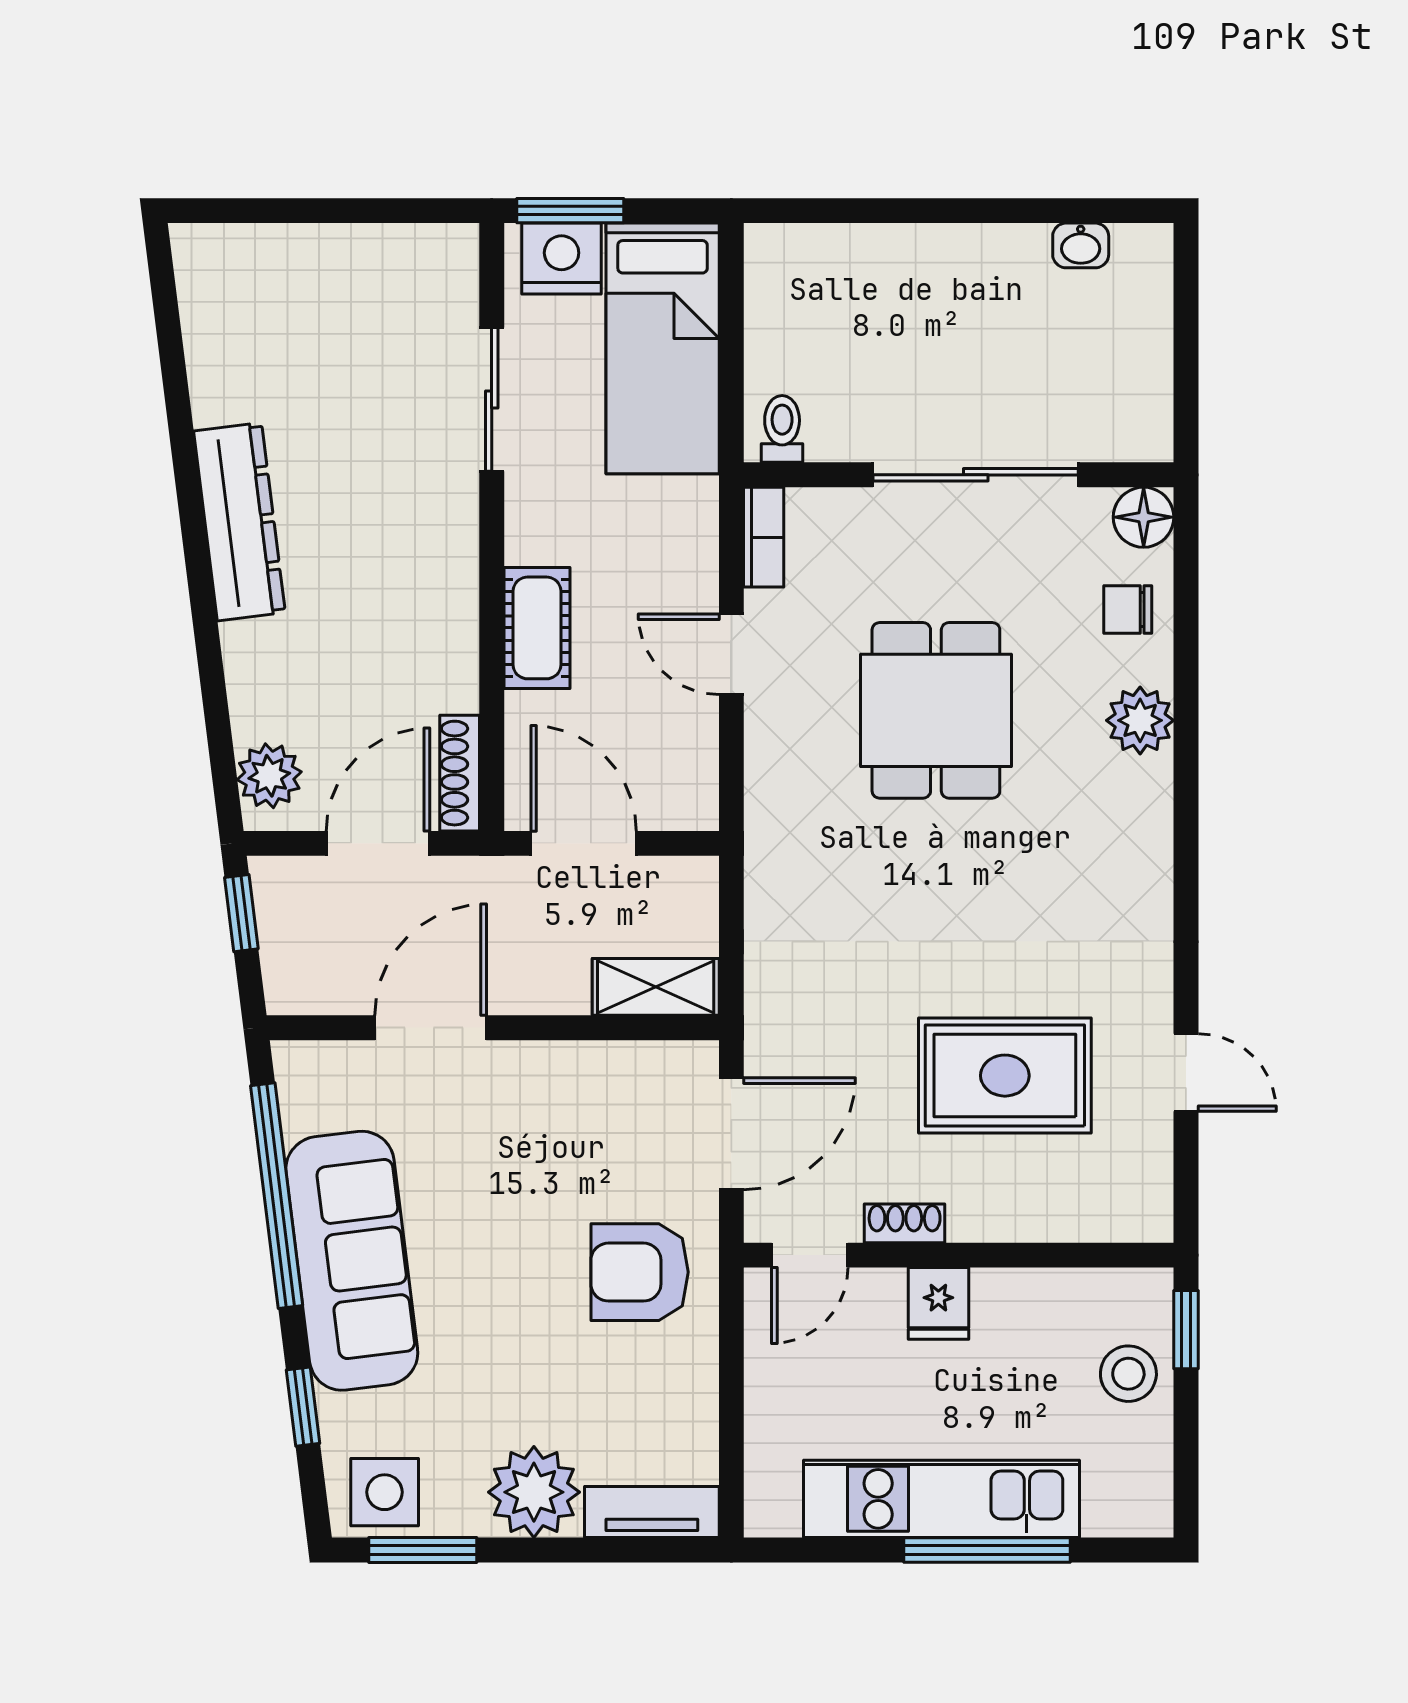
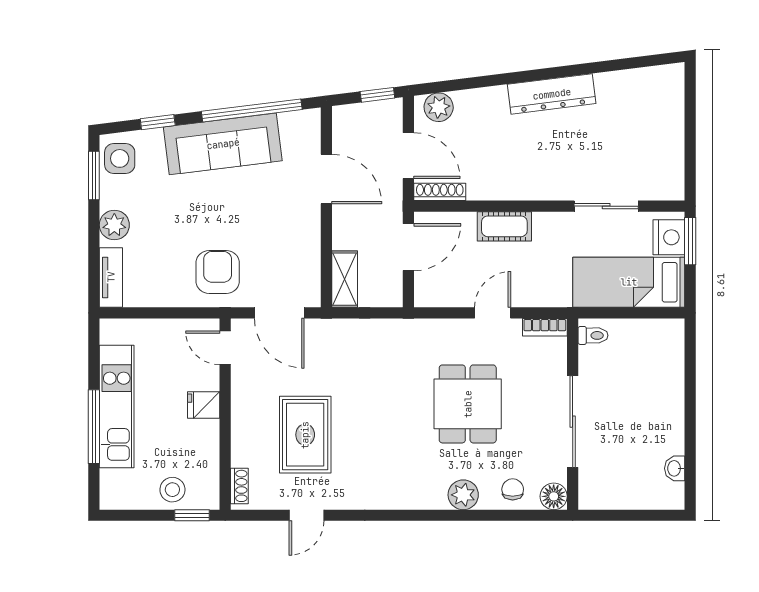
dining table: (936, 710) -> (468, 404), turned 90
shoe rack: (905, 1223) -> (239, 486), moved
plant: (534, 1492) -> (114, 225), width x0.73, depth x0.73

